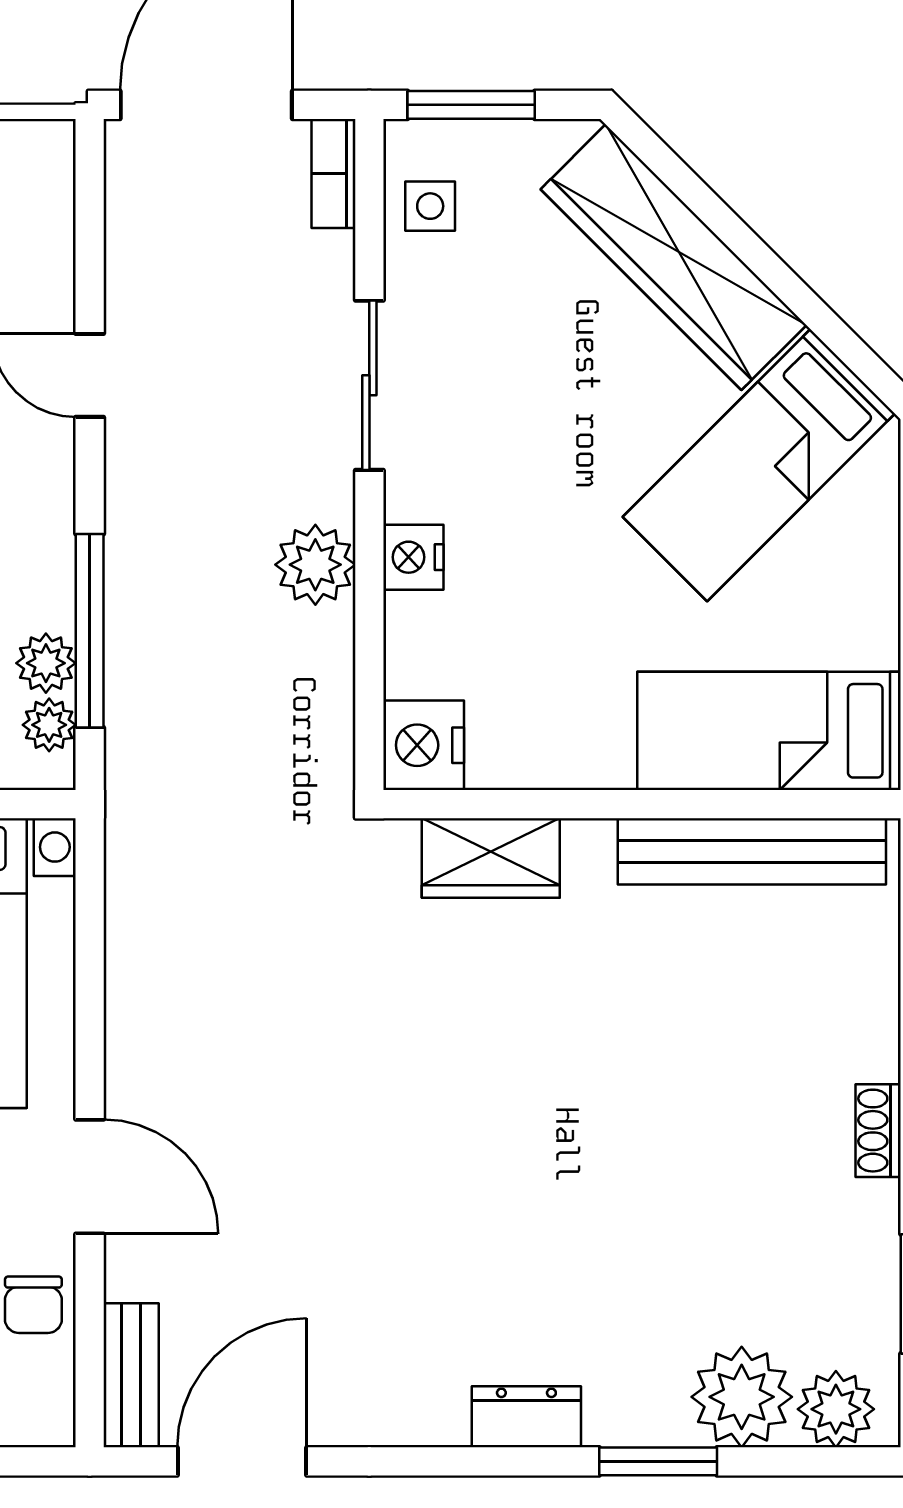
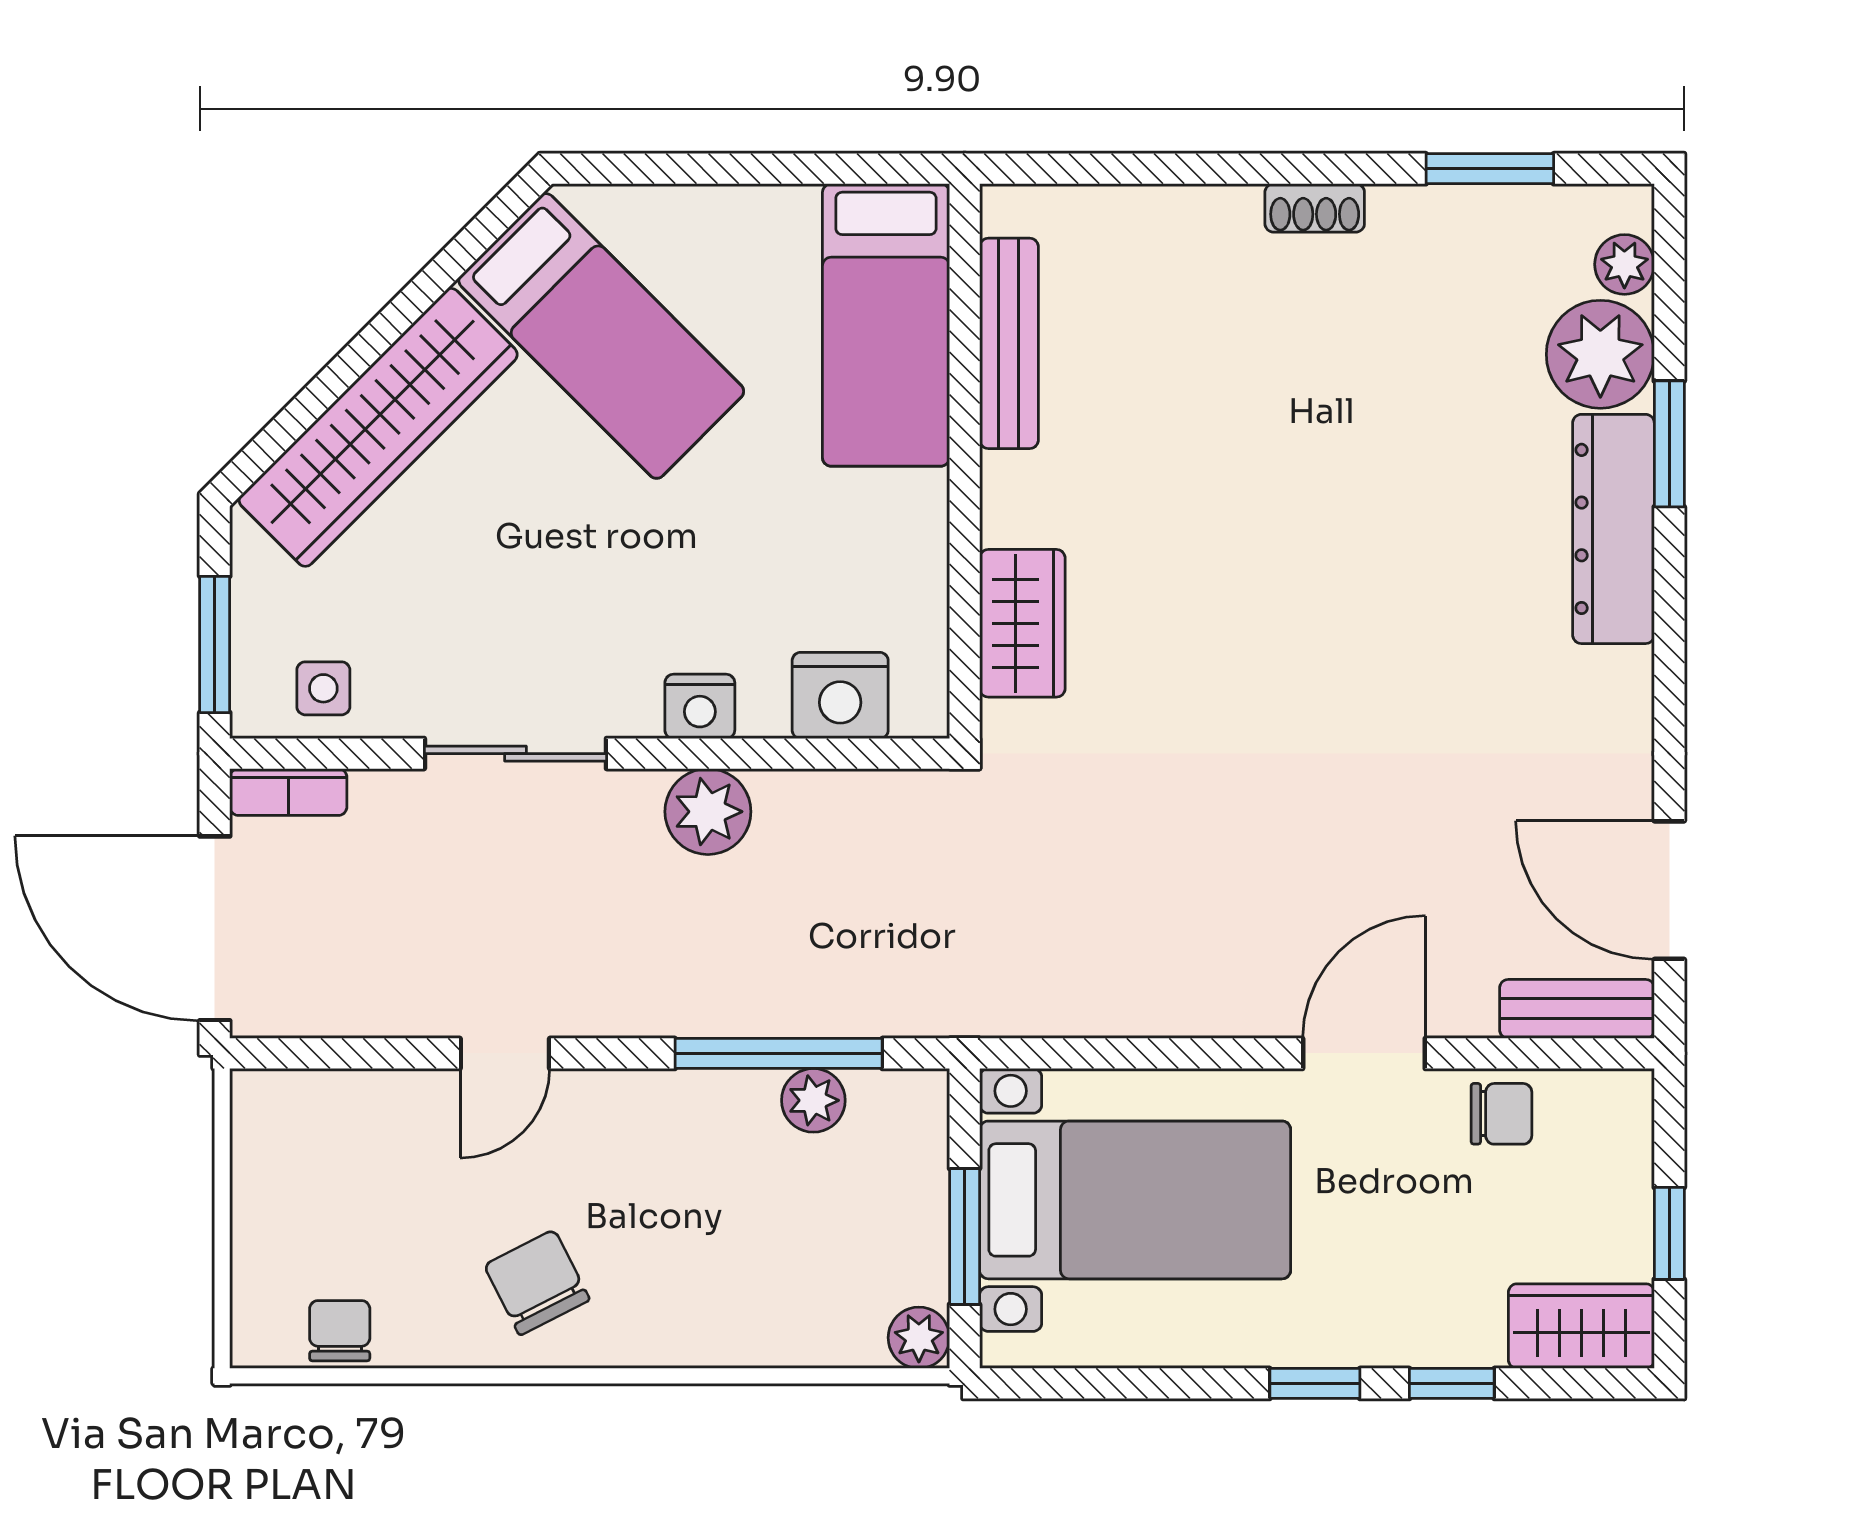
plant: (49, 725) -> (880, 1097), removed
nightstand: (424, 745) -> (840, 695), moved
bench: (752, 851) -> (1009, 343), width x0.73, depth x0.82
plant: (836, 1409) -> (1624, 264), width x0.73, depth x0.73
dresser: (526, 1417) -> (1613, 529), width x1.96, depth x1.24

